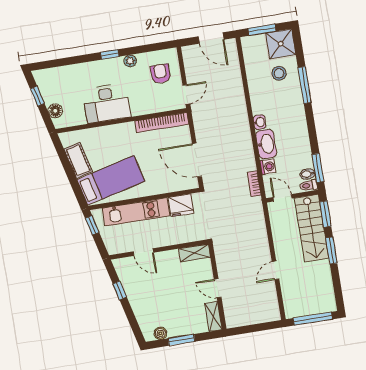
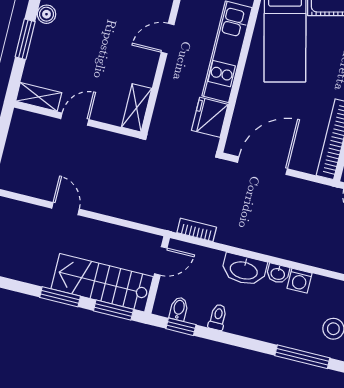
washing machine: (268, 167) -> (300, 281), moved
window: (318, 168) -> (181, 327), width x0.67
toilet: (309, 185) -> (218, 317), moved

